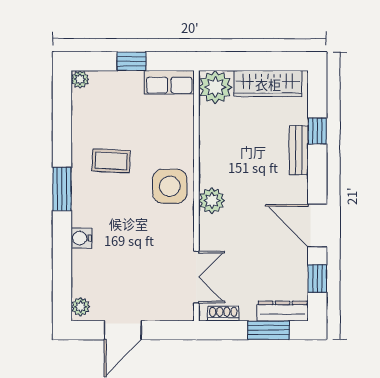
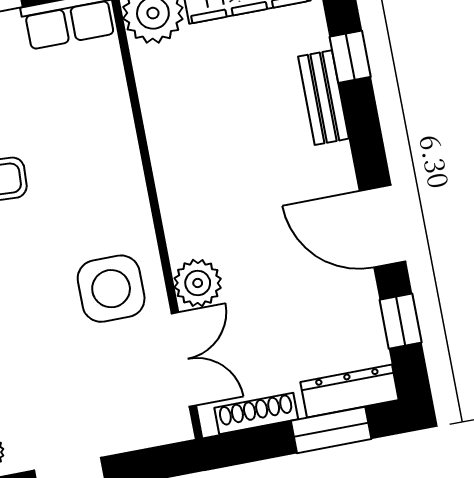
side table: (170, 186) -> (111, 289), moved
plant: (212, 201) -> (198, 283), moved
shoe rack: (223, 314) -> (256, 413), width x1.43

